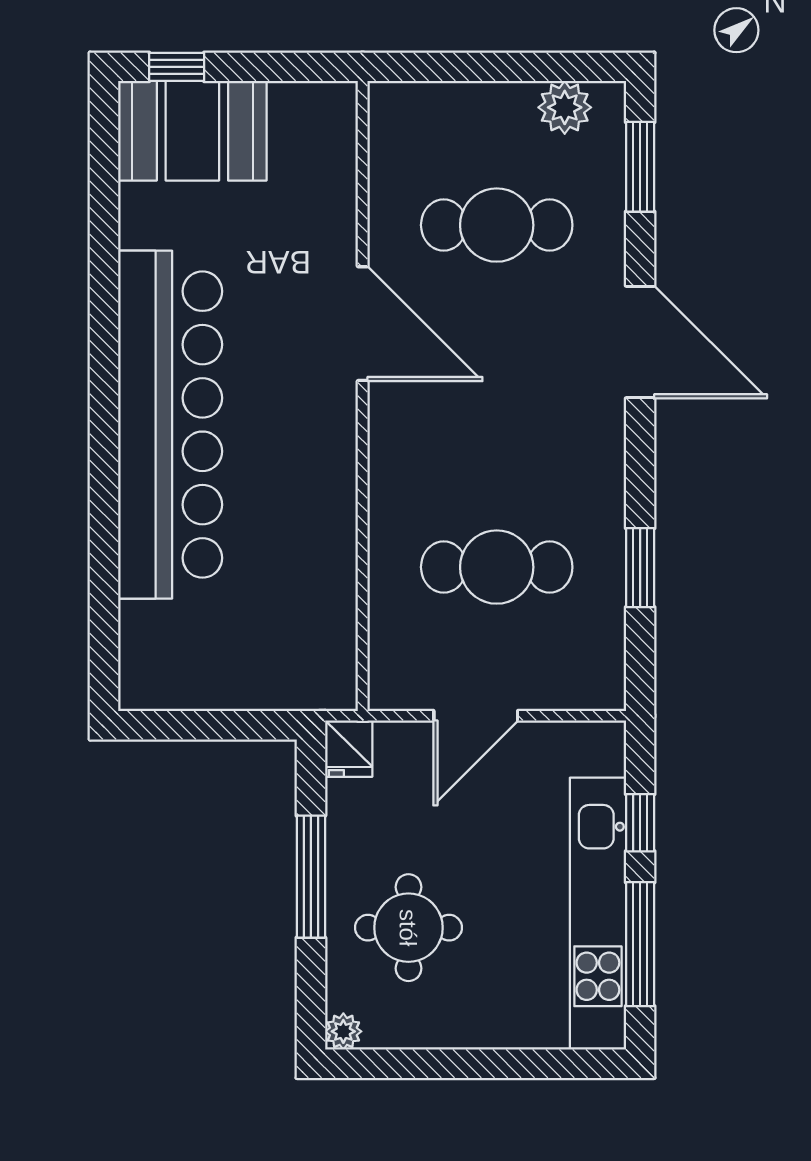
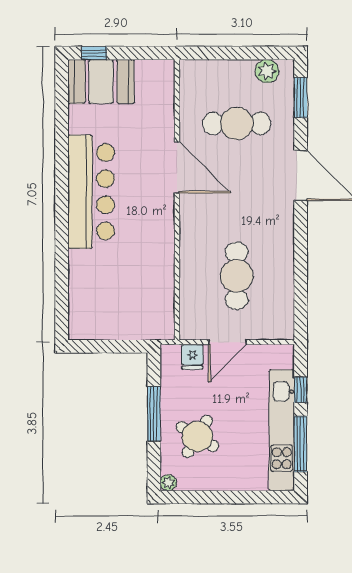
bar counter: (170, 425) -> (91, 192), width x0.73
cafe table: (497, 567) -> (237, 276), turned 90
window: (640, 568) -> (301, 276), removed
fridge: (349, 749) -> (192, 357), moved
round table: (408, 928) -> (197, 437), turned 31

